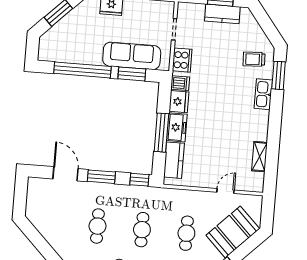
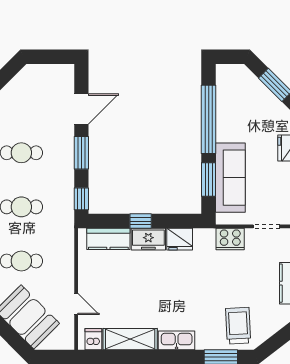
trolley: (254, 59) -> (238, 326), width x1.36, depth x1.39
dishwasher: (180, 83) -> (93, 339), moved, turned 180
kitchen sink: (263, 94) -> (177, 340), moved
window: (161, 133) -> (141, 221), width x0.46
shelving: (259, 157) -> (130, 339), width x1.50, depth x1.33

